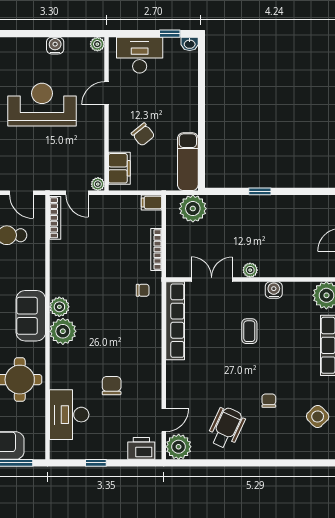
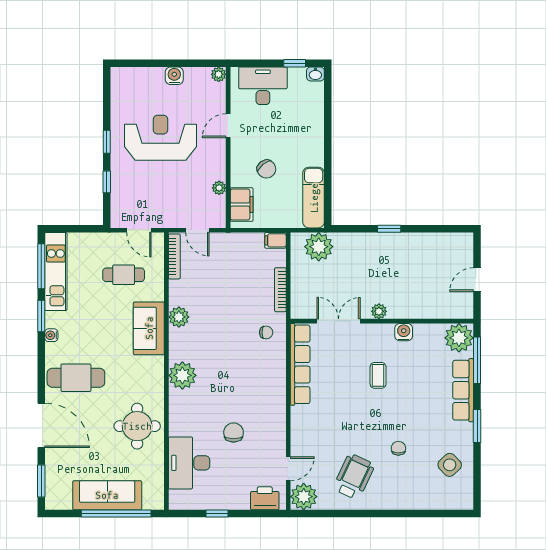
plant: (98, 184) -> (219, 188), moved
plant: (59, 307) -> (179, 317), moved
sofa: (31, 316) -> (149, 328), moved

